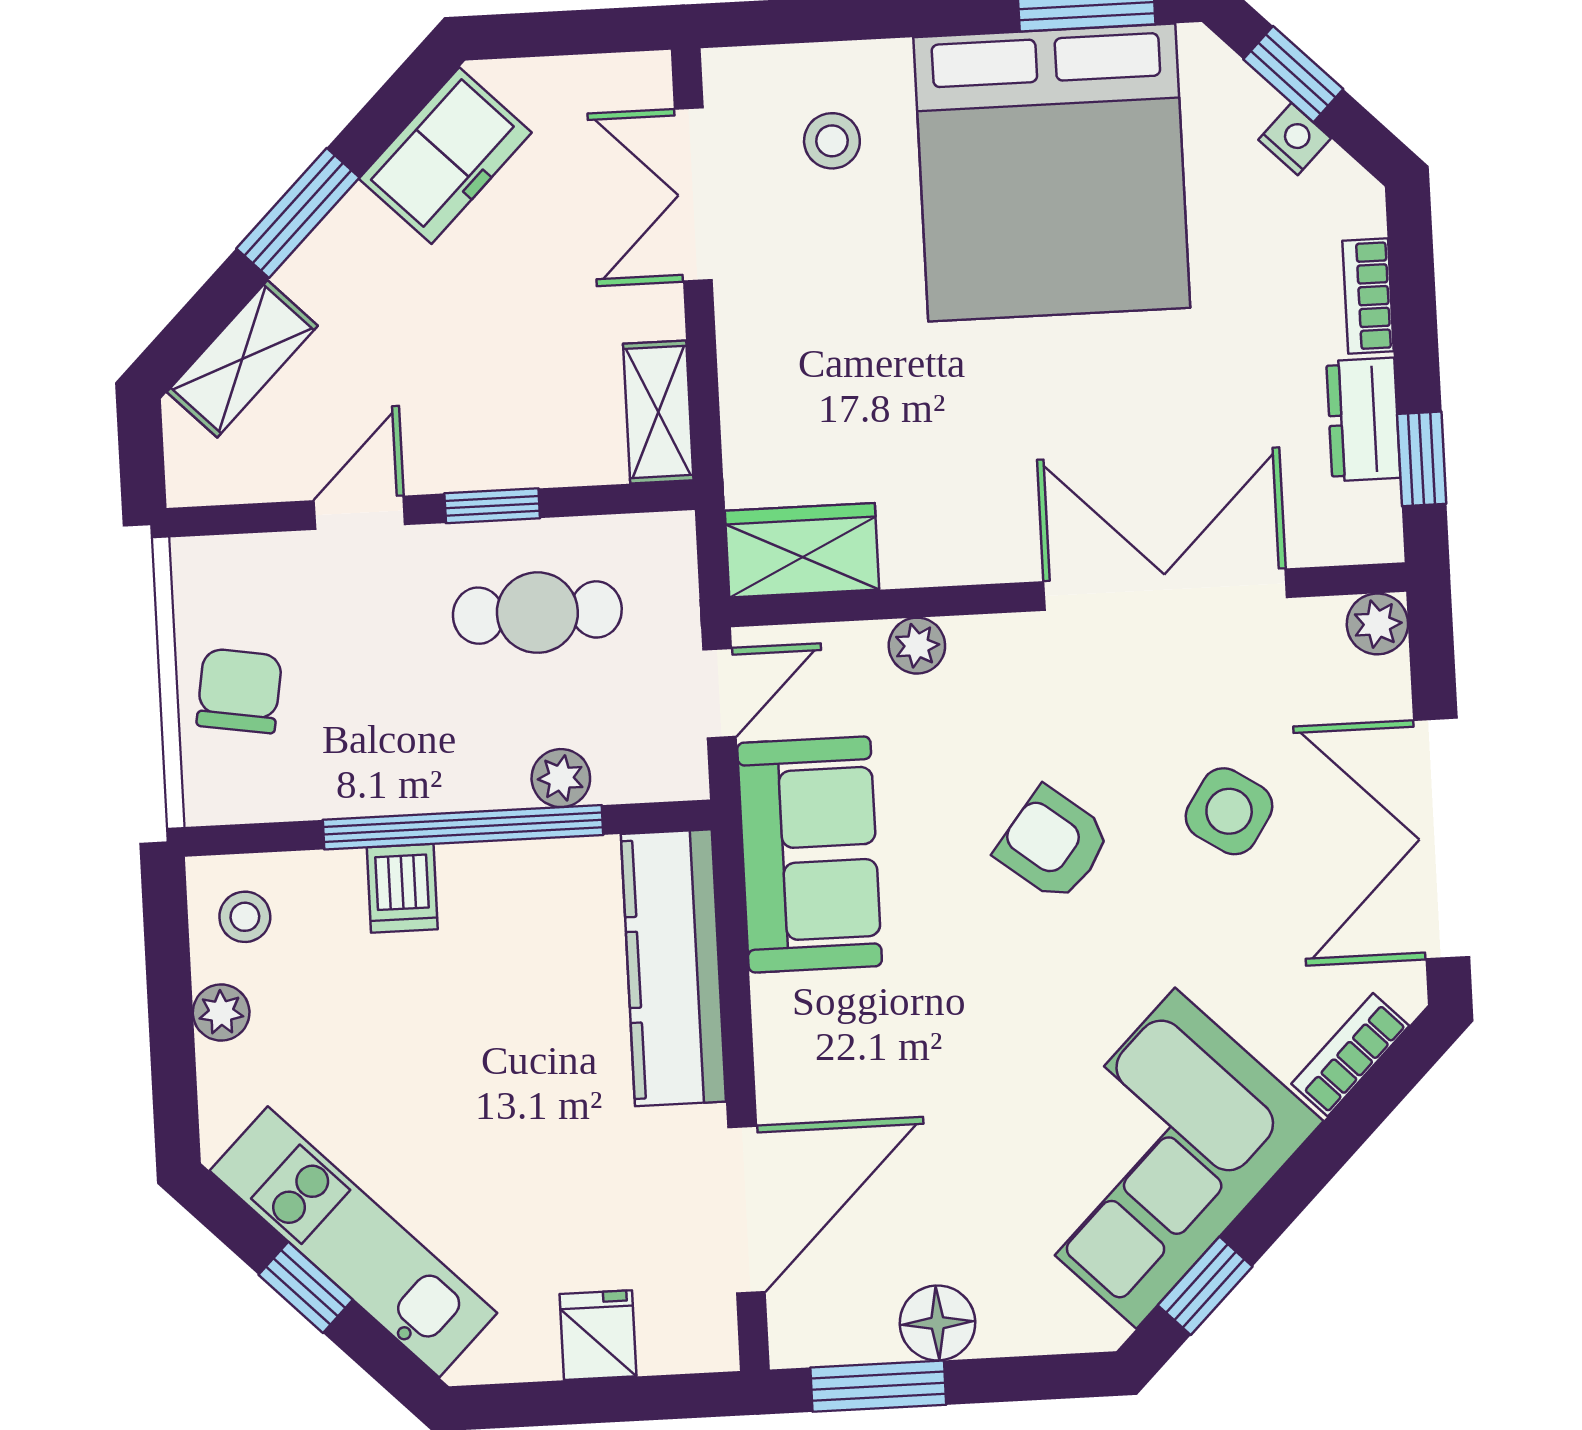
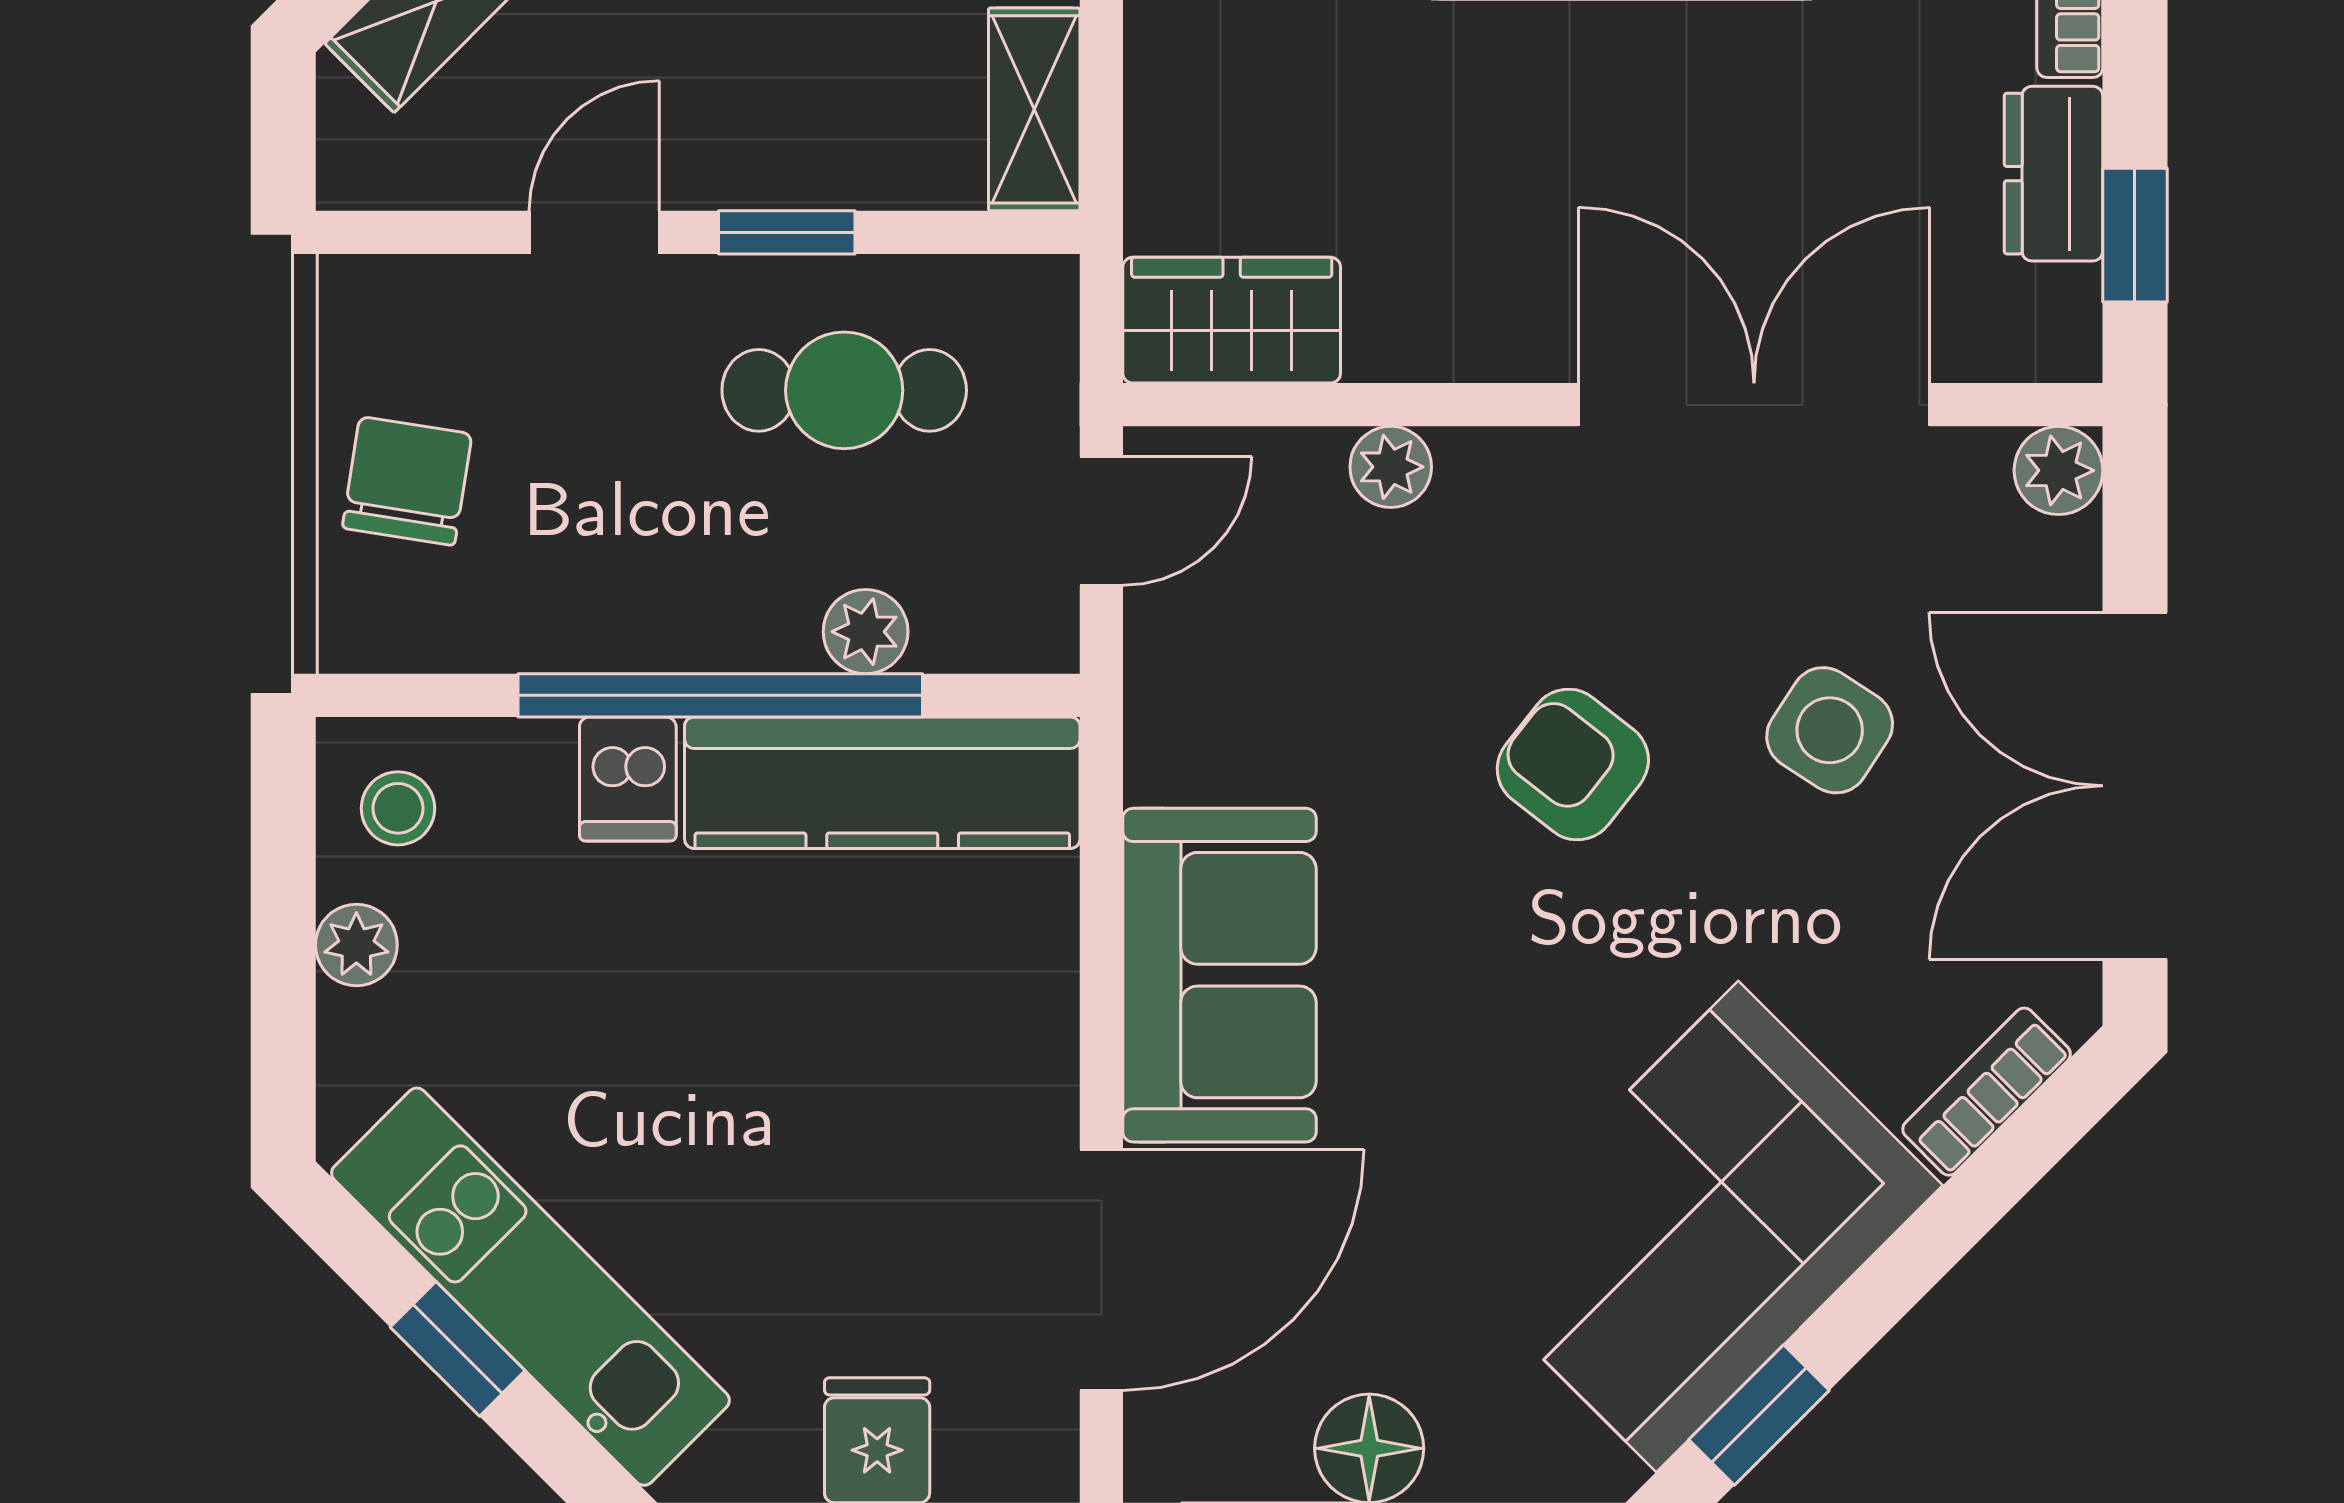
sofa: (810, 854) -> (1220, 975), moved
kitchen counter: (673, 968) -> (882, 783), moved, turned -90

